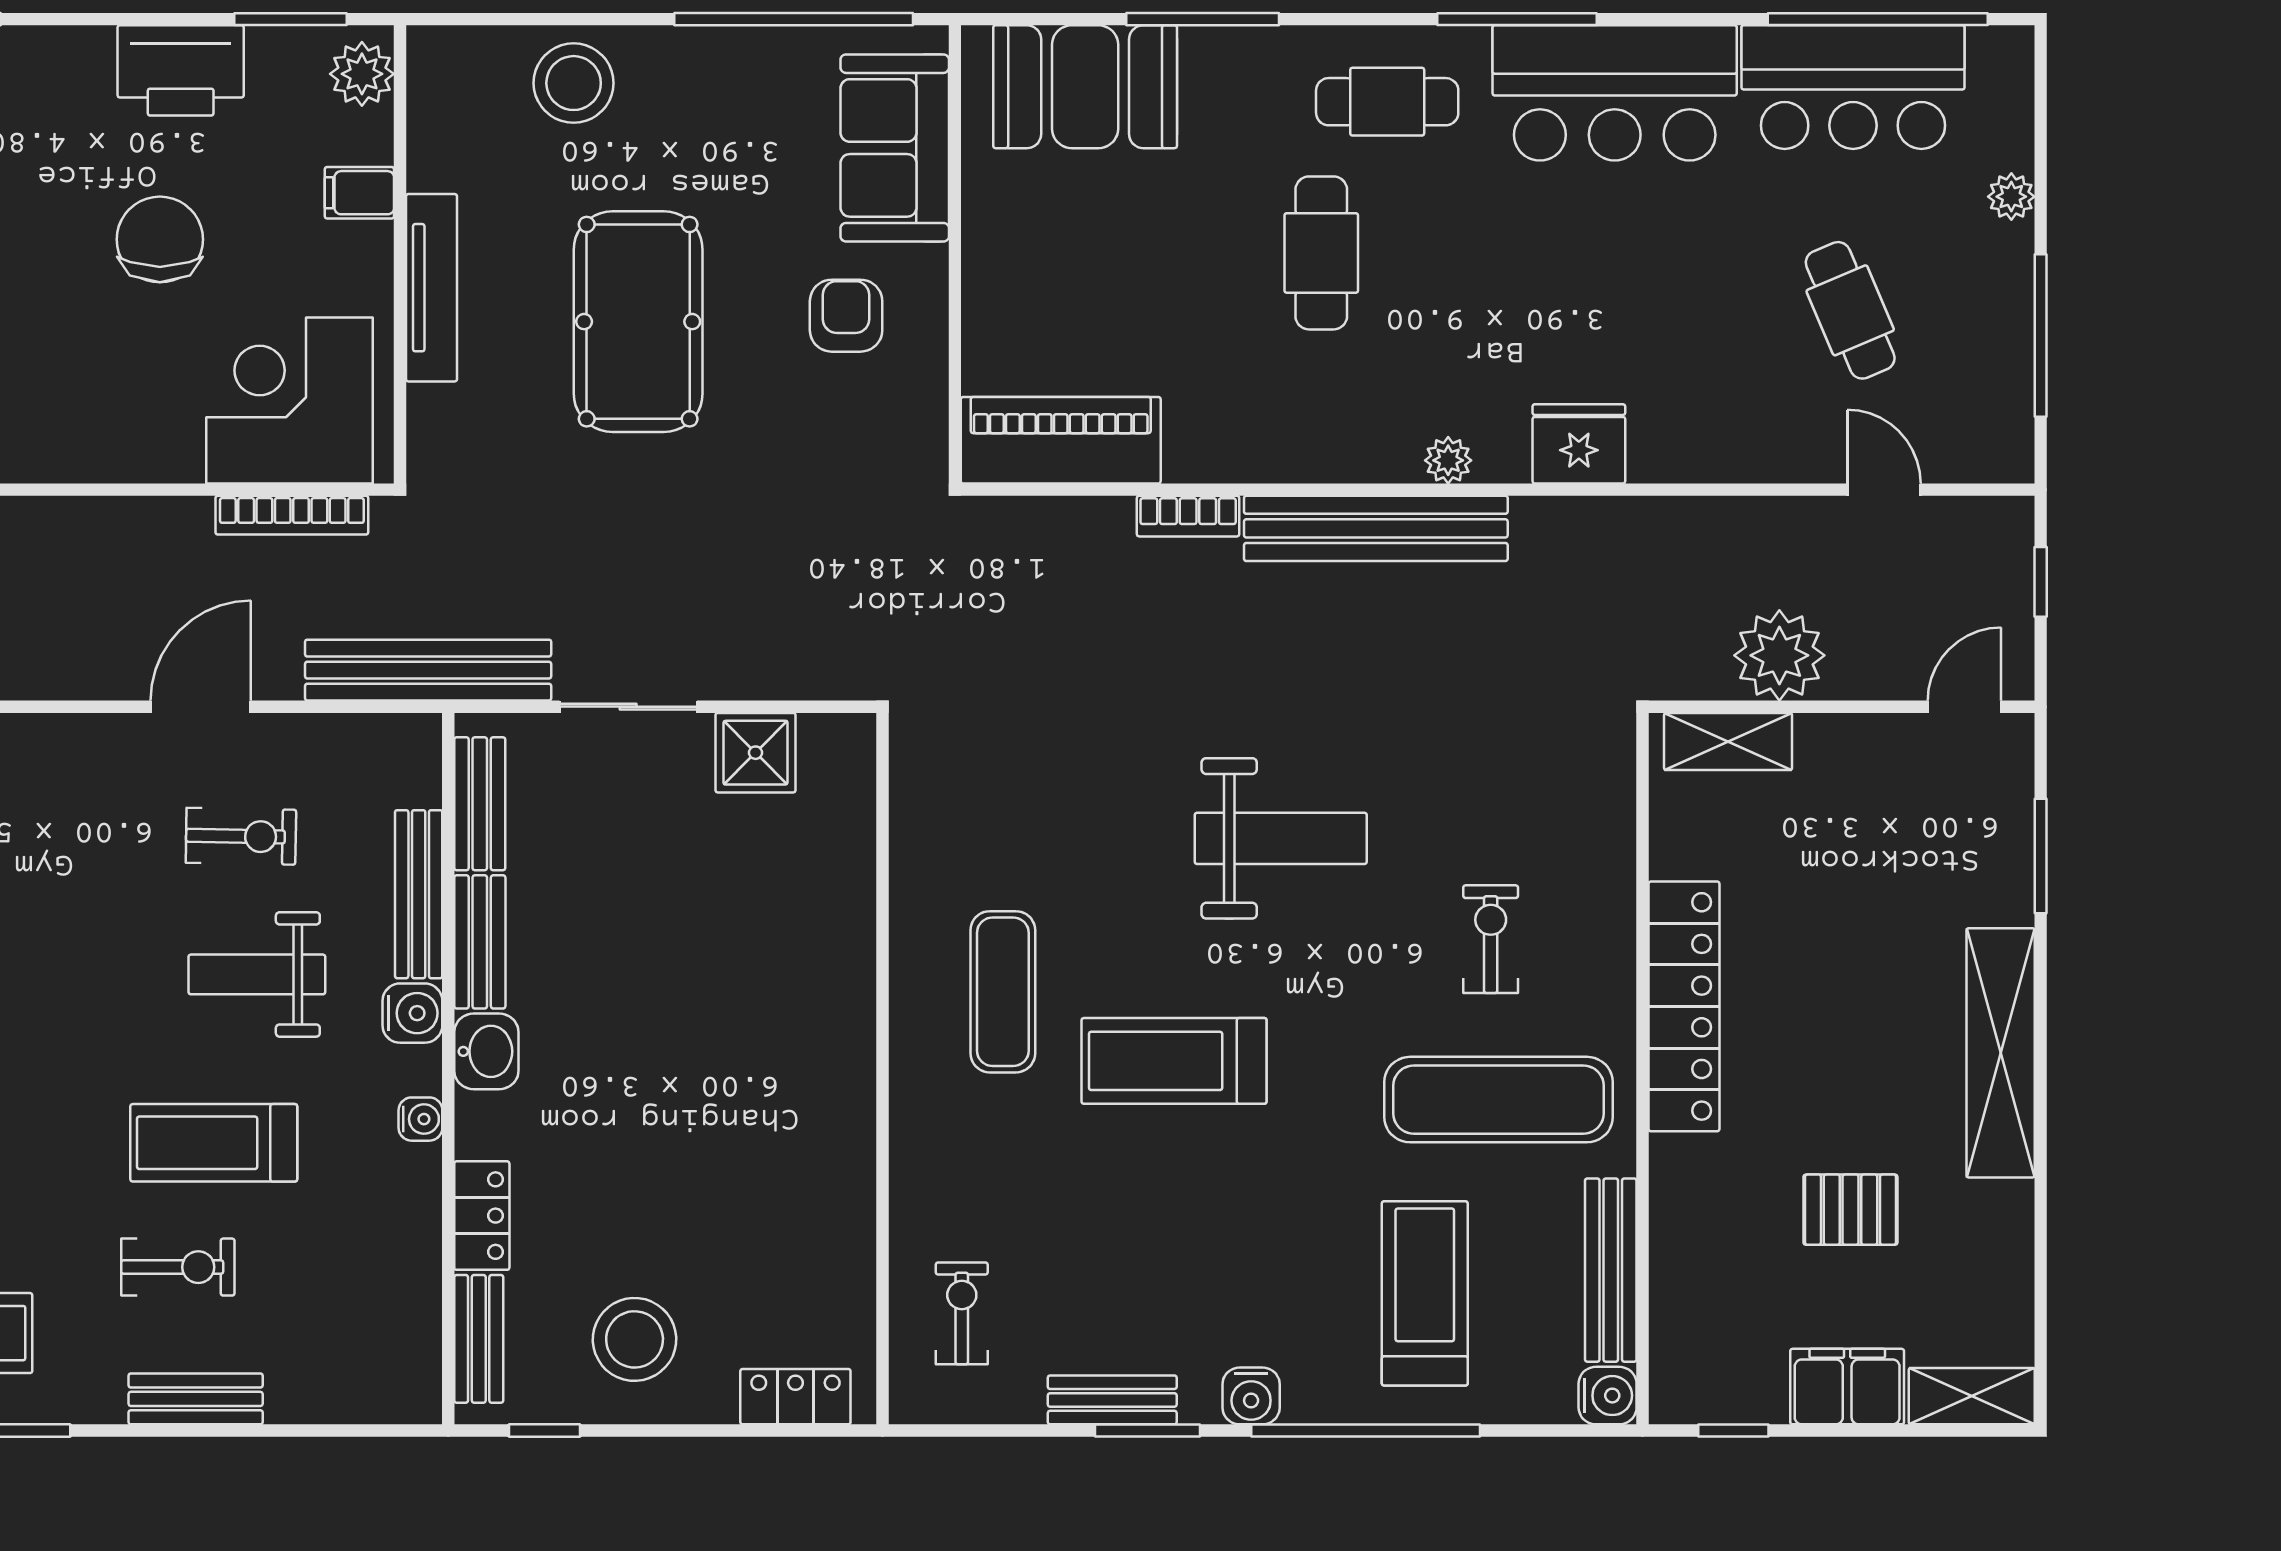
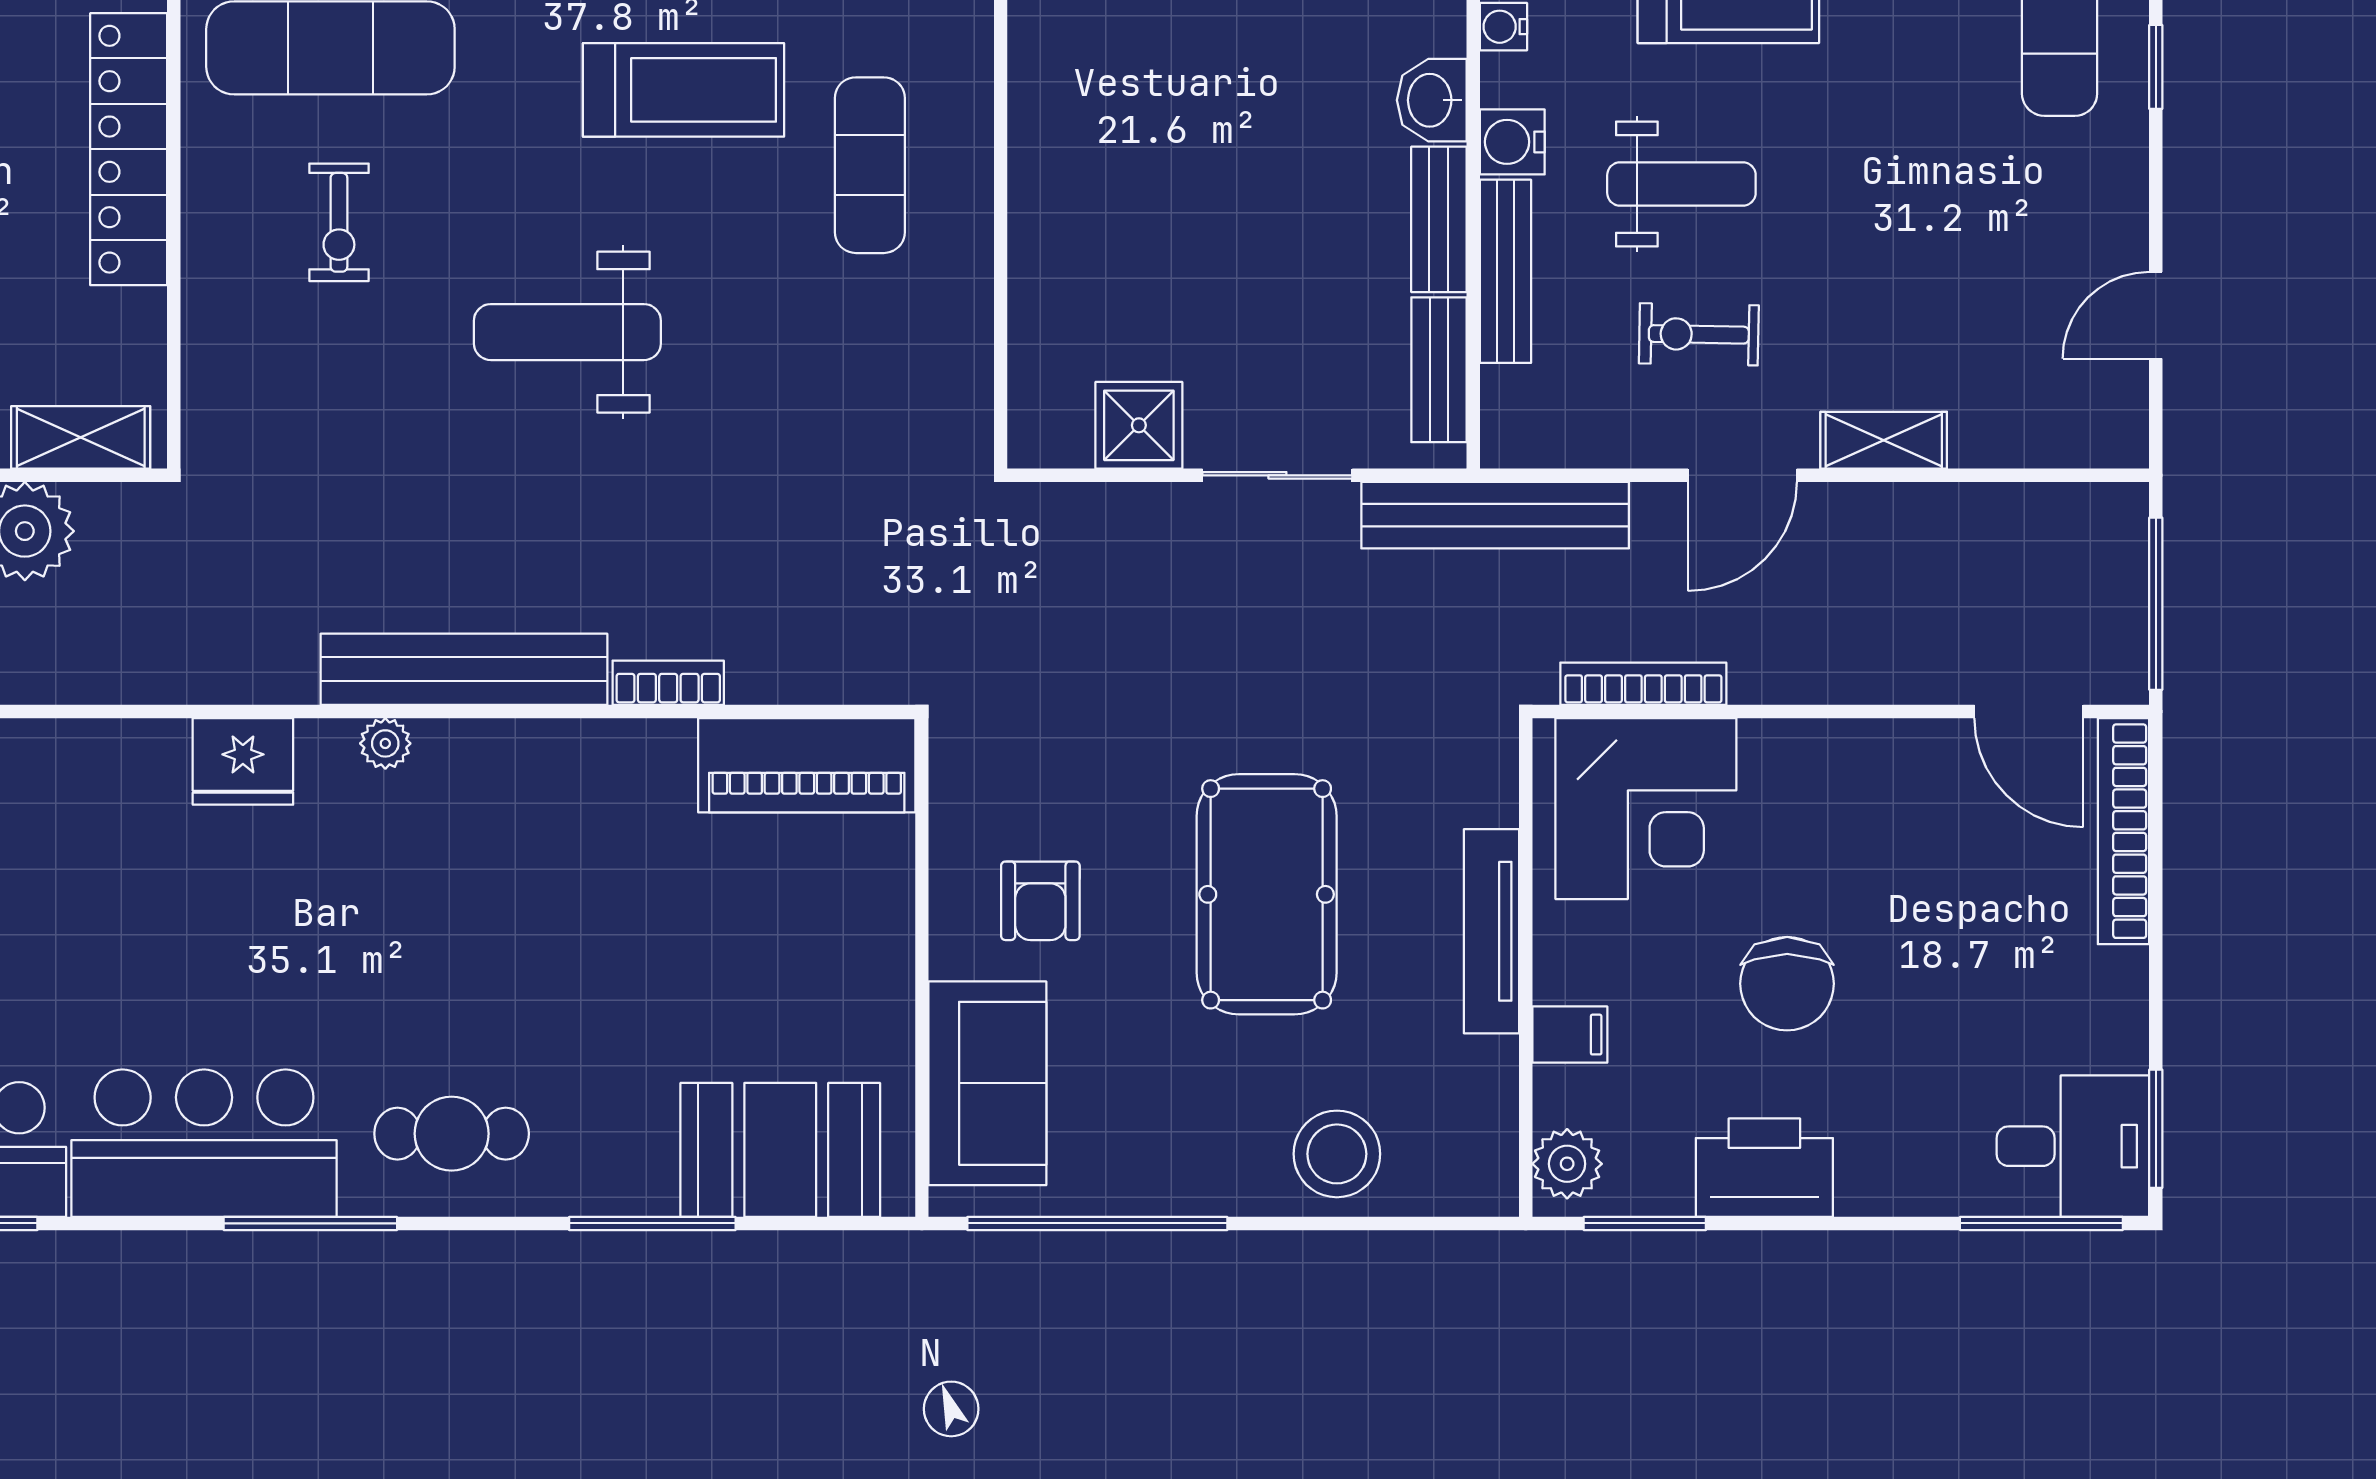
cafe table: (1321, 253) -> (523, 969), removed
shelving: (71, 739) -> (1884, 440), added

